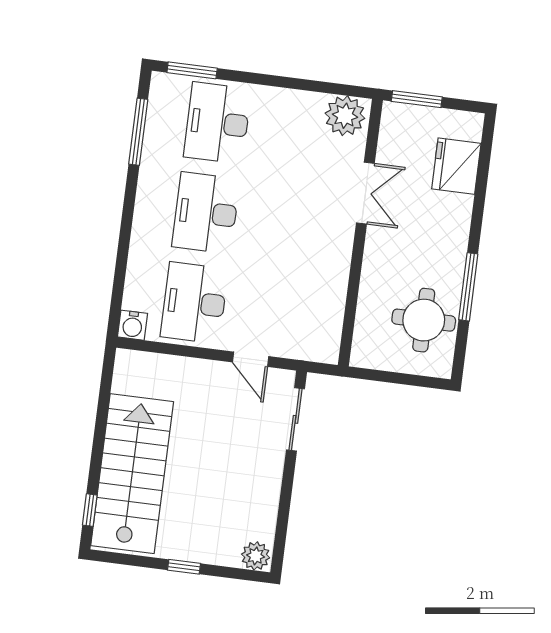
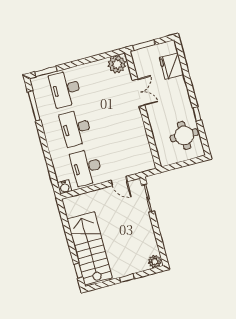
window: (468, 287) -> (197, 114), width x0.46

